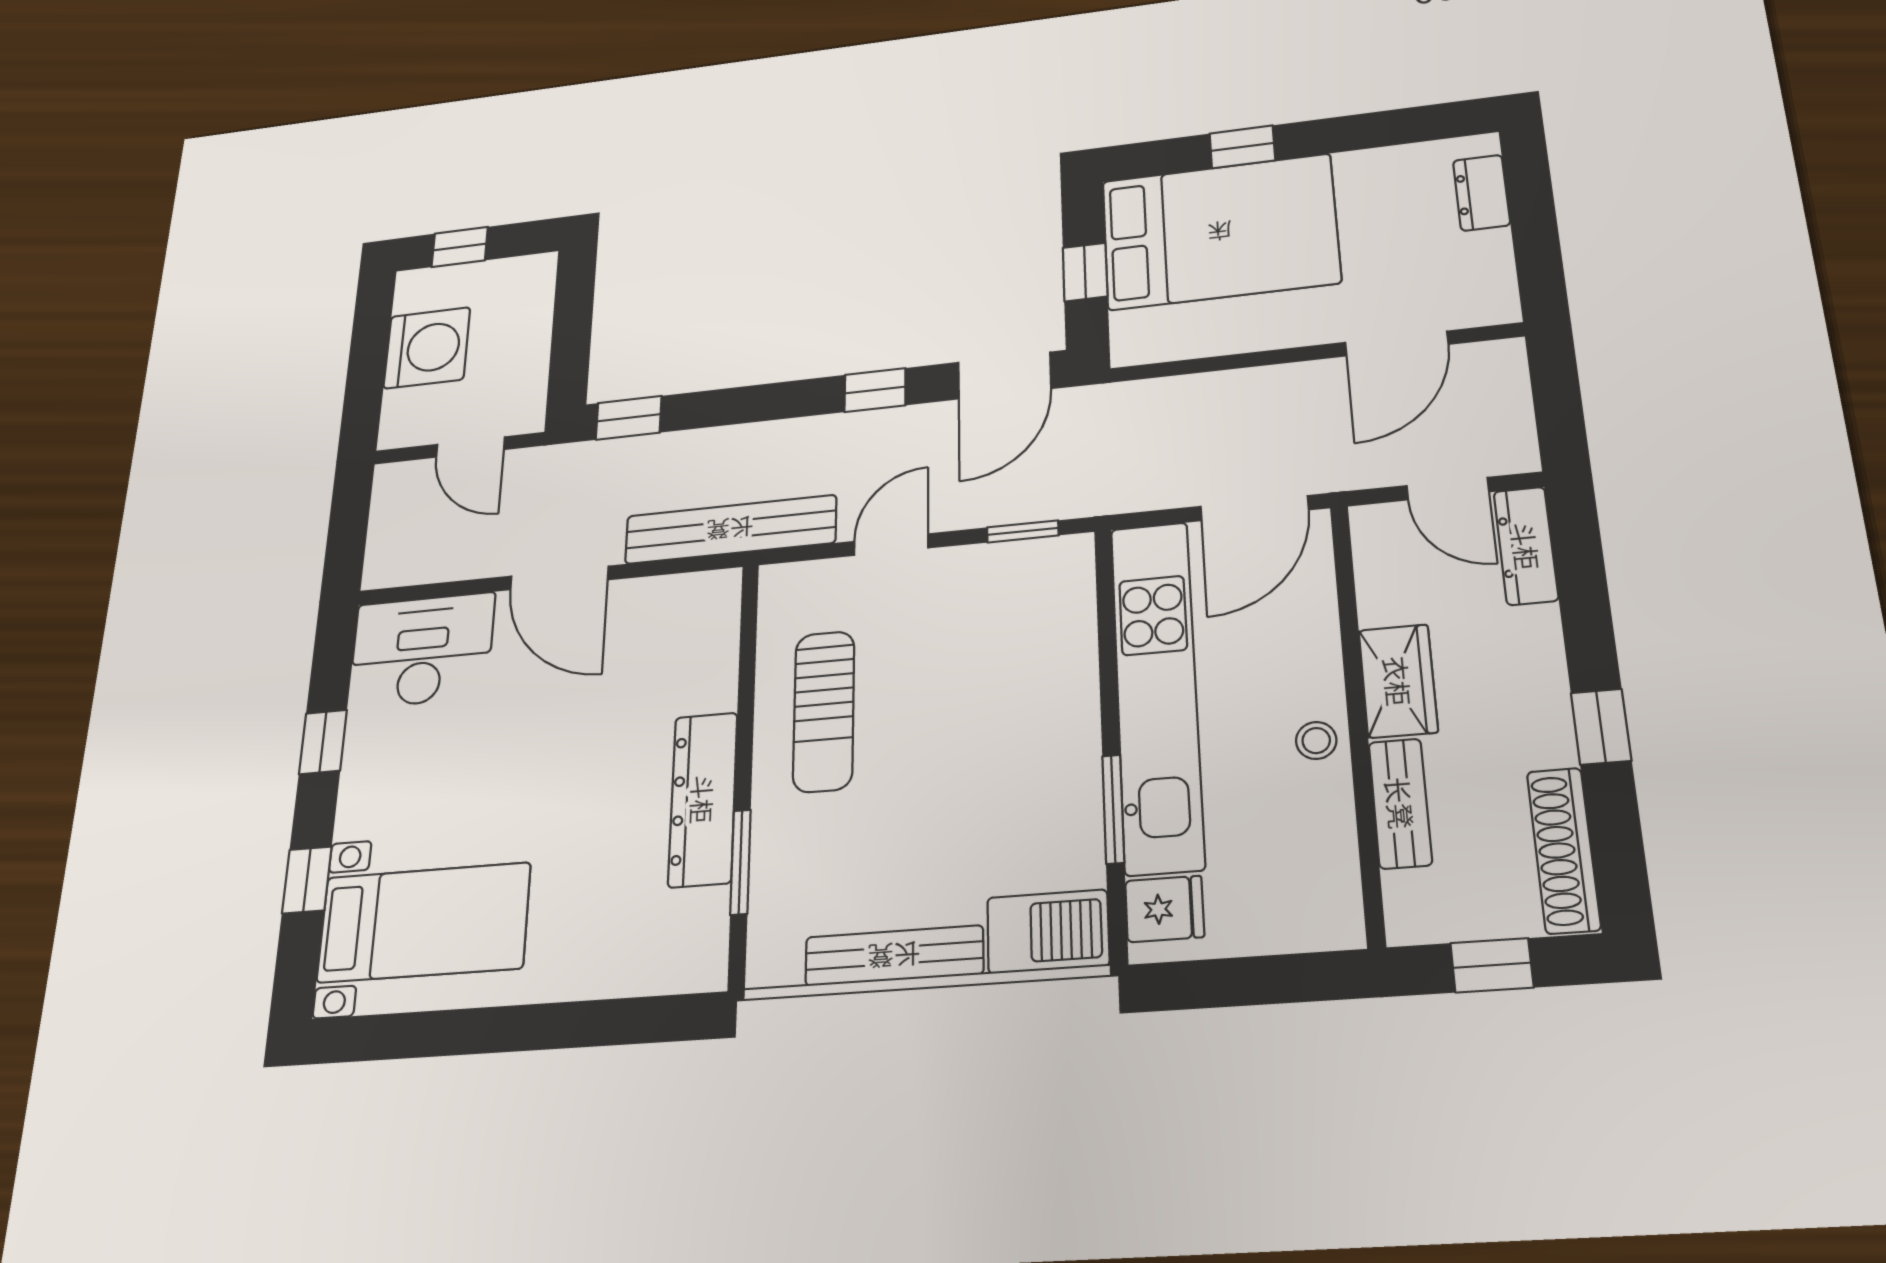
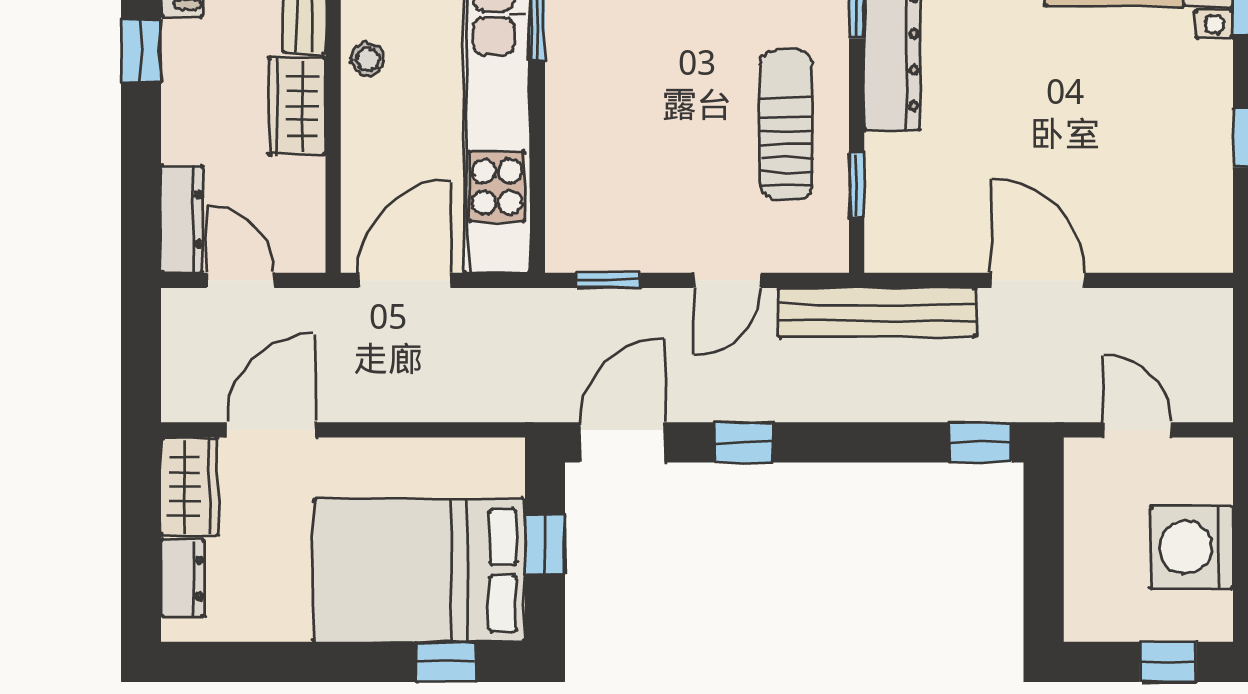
window: (1242, 147) -> (446, 662), moved
wardrobe: (1484, 279) -> (189, 486), added
desk: (422, 650) -> (1166, 220), removed
window: (748, 654) -> (857, 185), added

